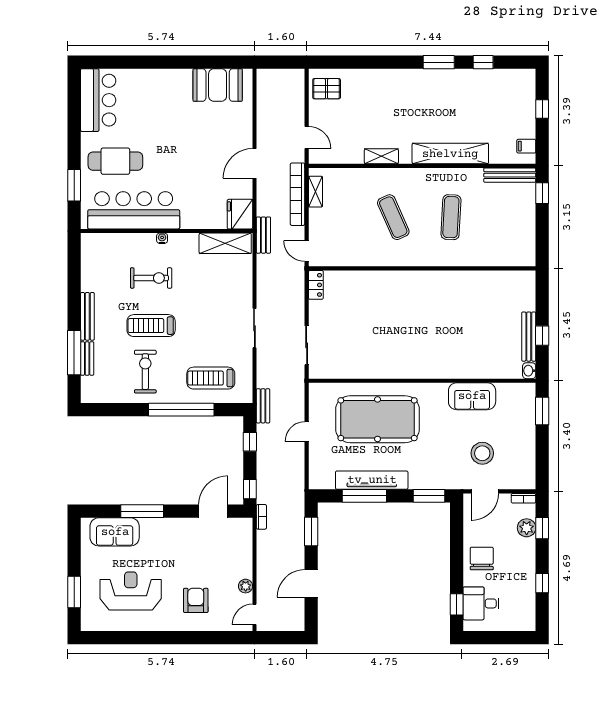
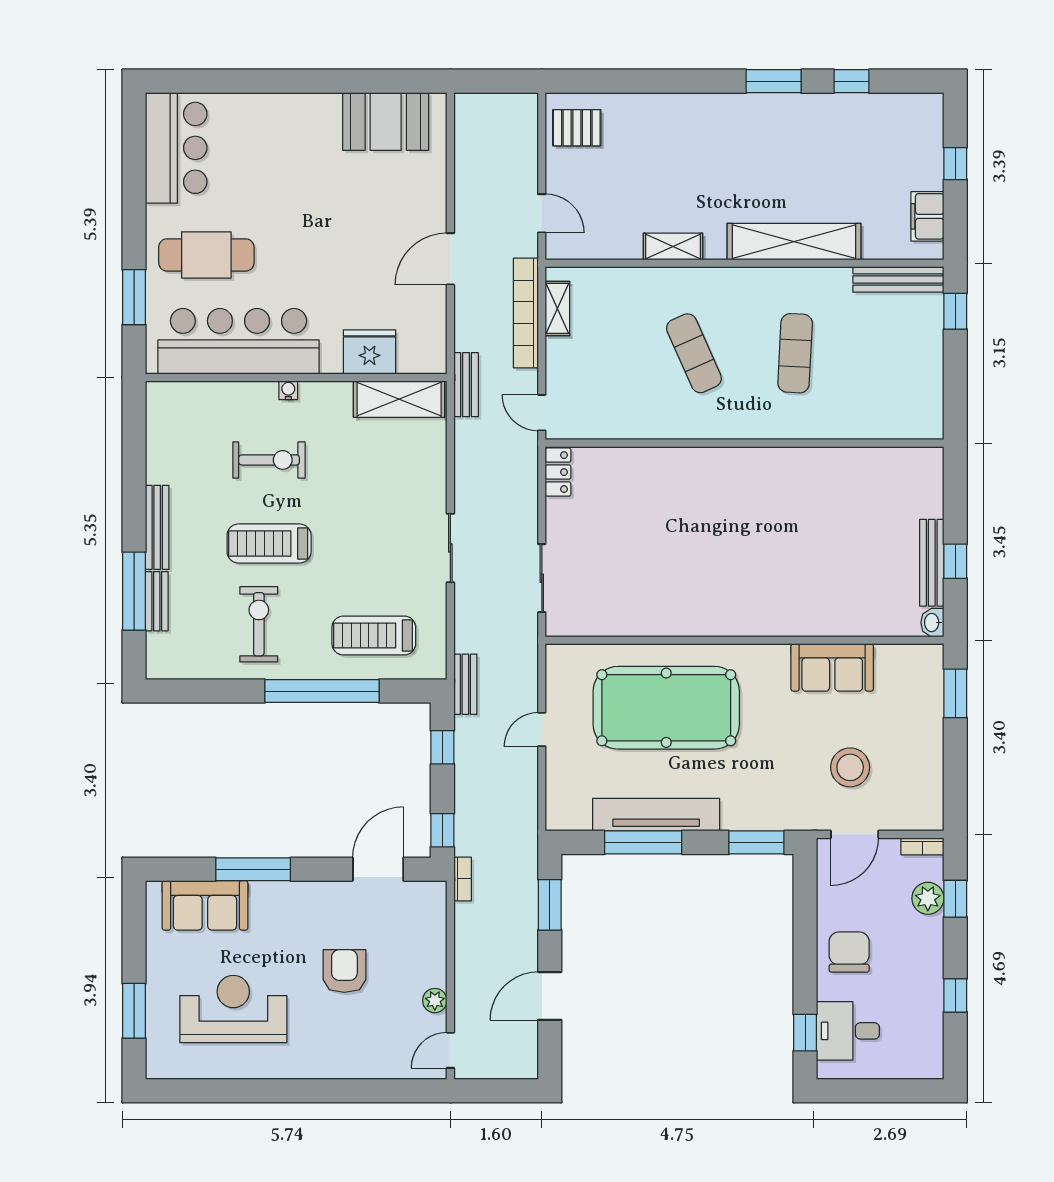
filing cabinet: (526, 146) -> (927, 216), width x2.00
fridge: (240, 214) -> (369, 352), moved, turned 90
armchair: (196, 600) -> (344, 971), moved

